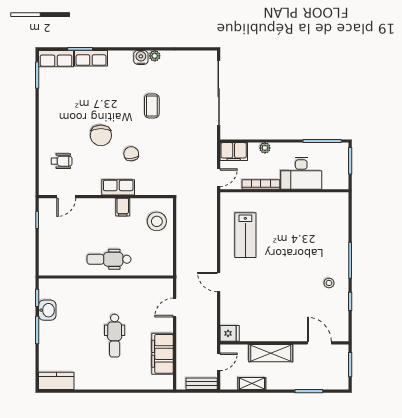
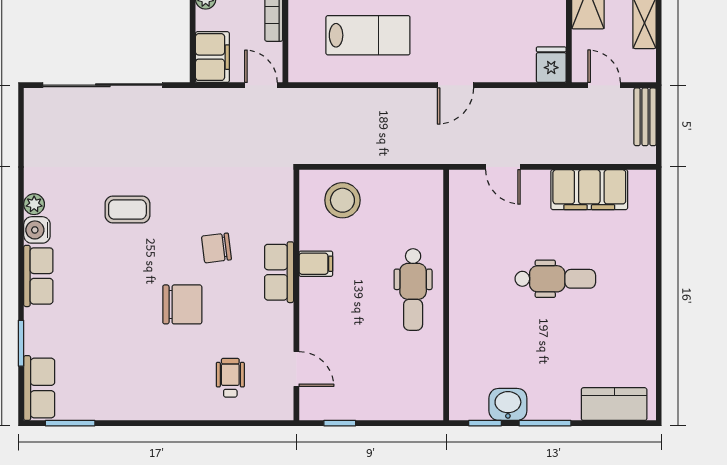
row of seats: (91, 58) -> (38, 276), moved
kitchen counter: (56, 381) -> (614, 404), moved, turned 90

